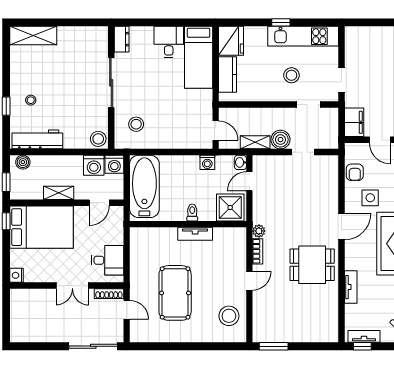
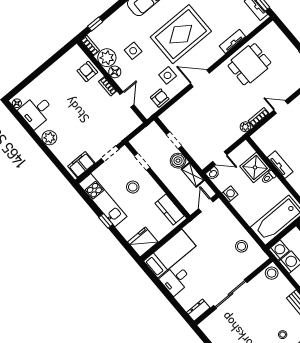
kitchen counter: (228, 75) -> (170, 209), moved, turned -90
filing cabinet: (354, 122) -> (81, 165), moved
stool: (136, 124) -> (241, 246), moved
shower: (230, 208) -> (255, 167), moved
dining table: (312, 265) -> (249, 64), moved, turned 90

